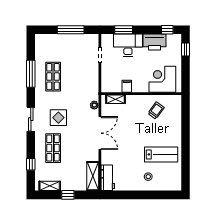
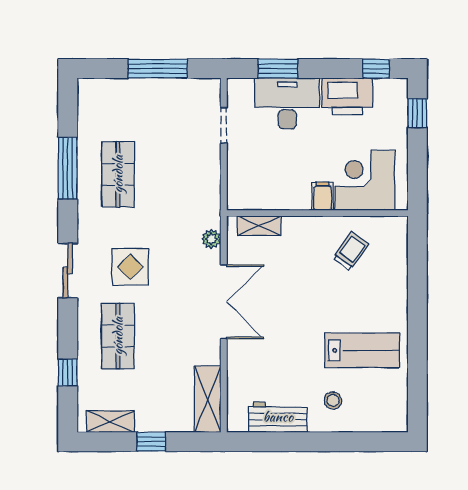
filing cabinet: (127, 86) -> (323, 196), moved
workbench: (108, 178) -> (278, 417), moved, turned -90

